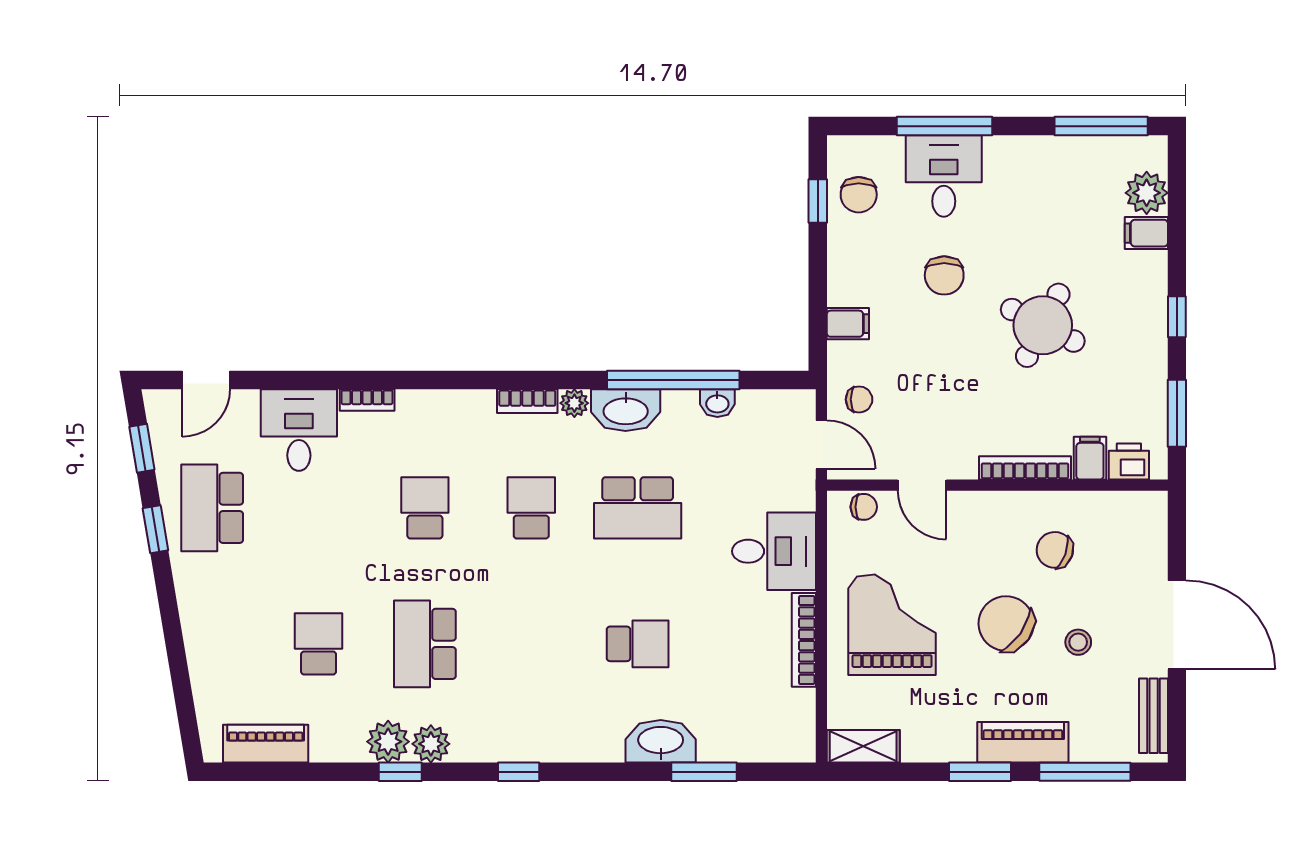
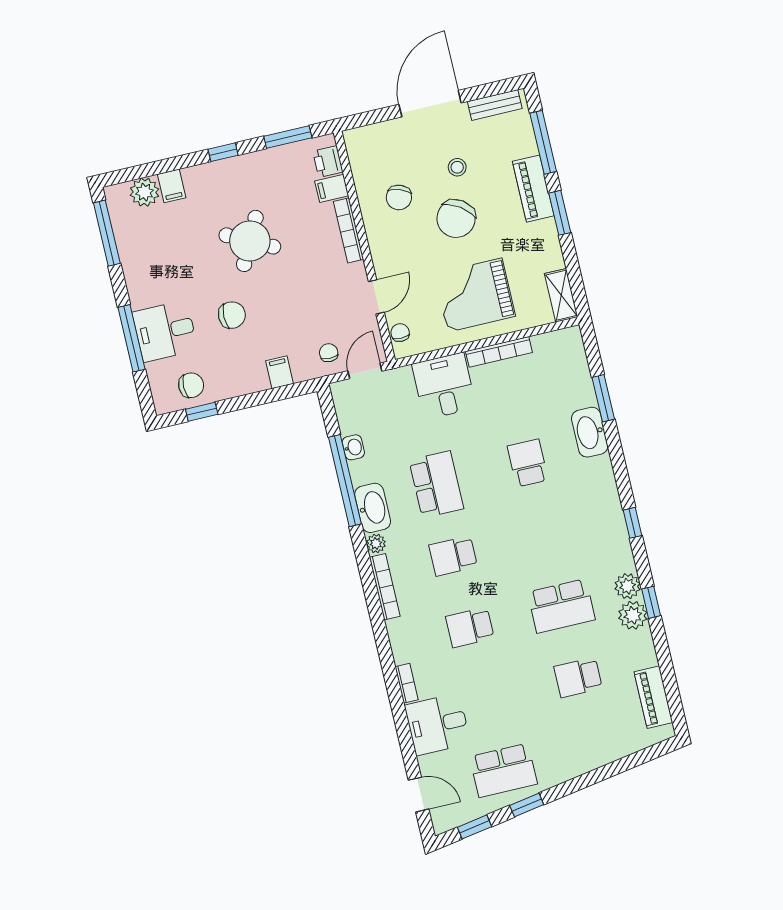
bookcase: (527, 401) -> (385, 587), width x1.56

